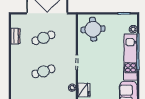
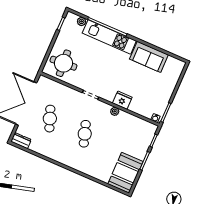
dresser: (15, 36) -> (21, 141), moved

